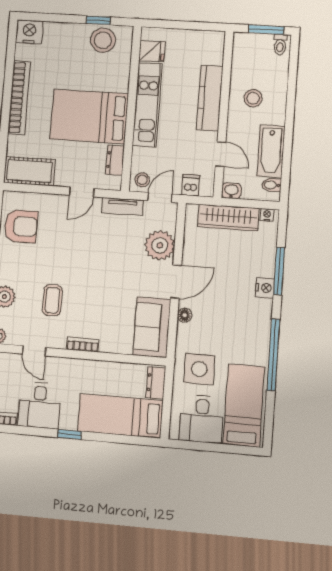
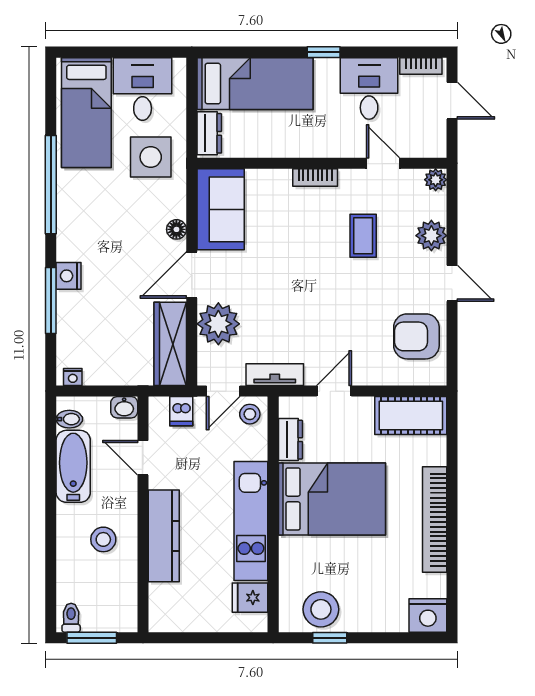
wardrobe: (228, 218) -> (170, 344), moved, turned -90

